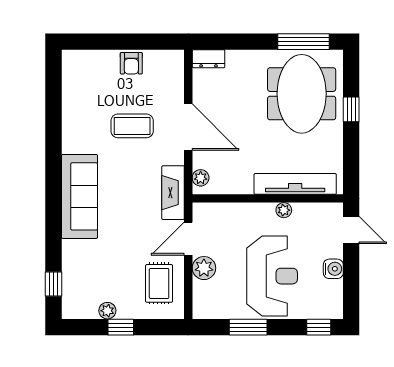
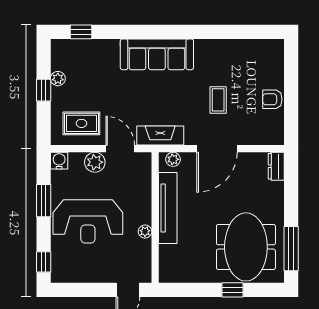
meeting table: (302, 94) -> (246, 247), turned 90
coffee table: (132, 126) -> (218, 100), width x0.73, depth x0.77
tv unit: (295, 184) -> (168, 208), moved
water cooler: (333, 269) -> (59, 161), moved, turned 180

